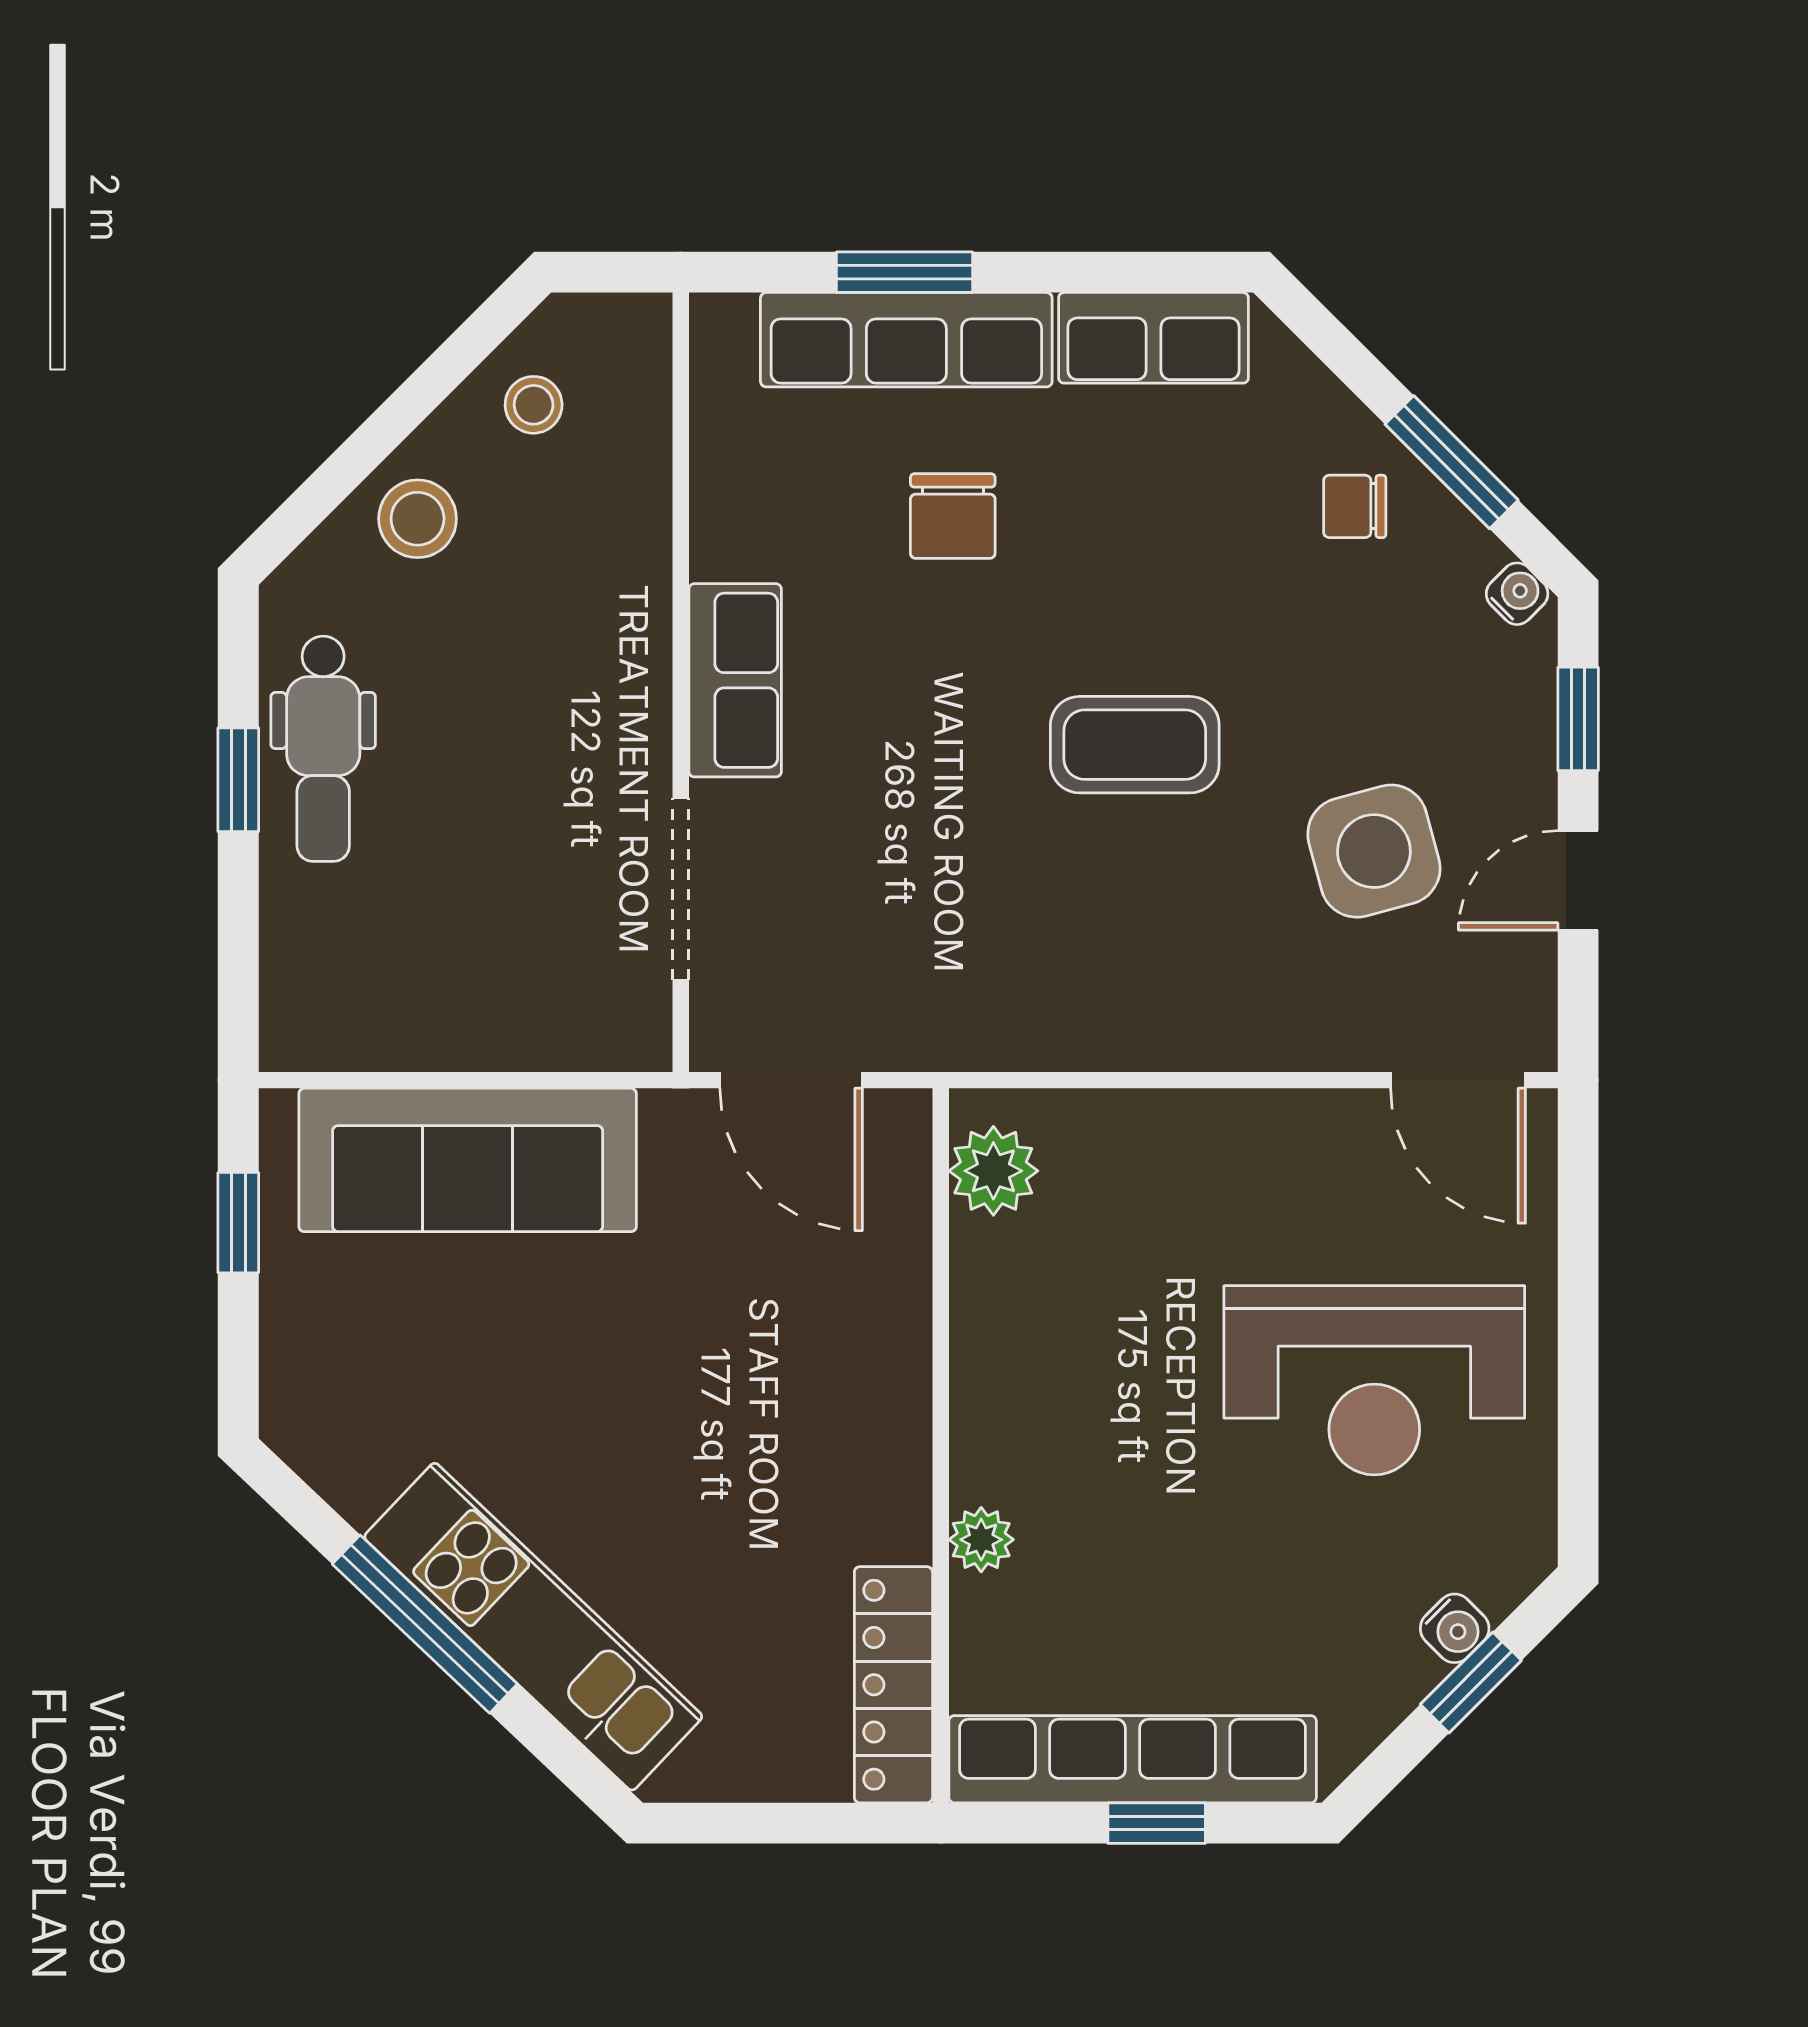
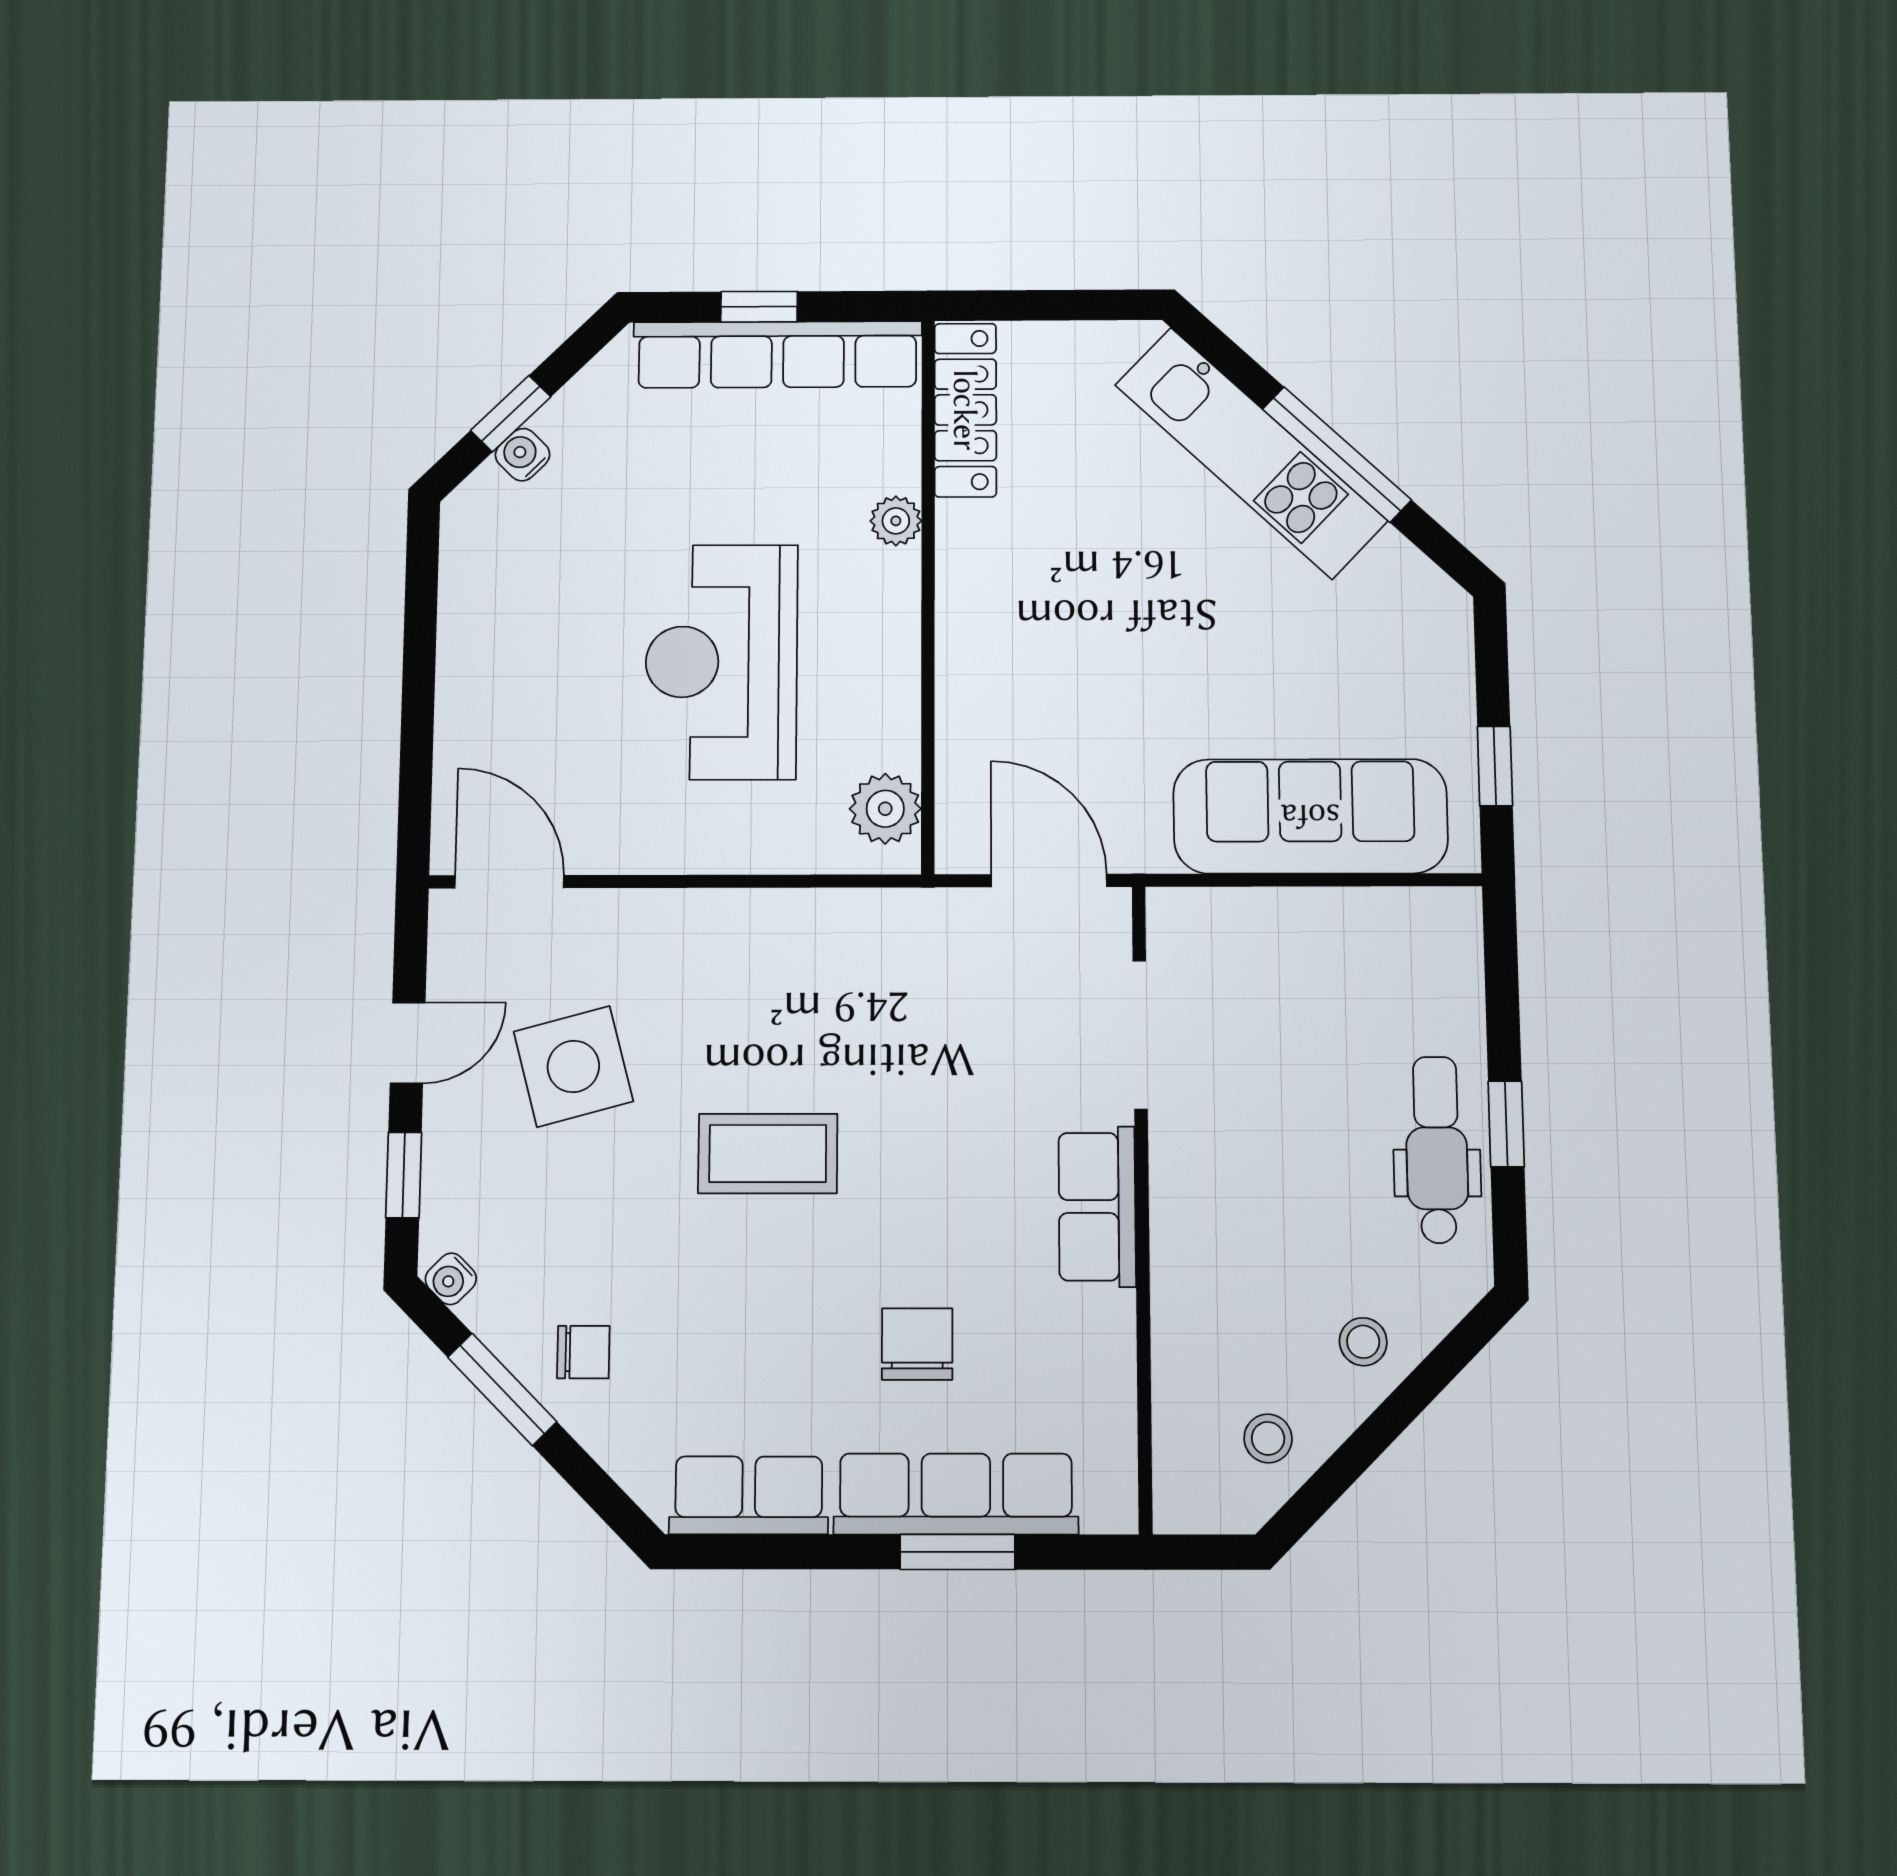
stool: (418, 519) -> (1363, 1342), width x0.73, depth x0.73
reception desk: (1374, 1380) -> (721, 662), moved, turned -90

